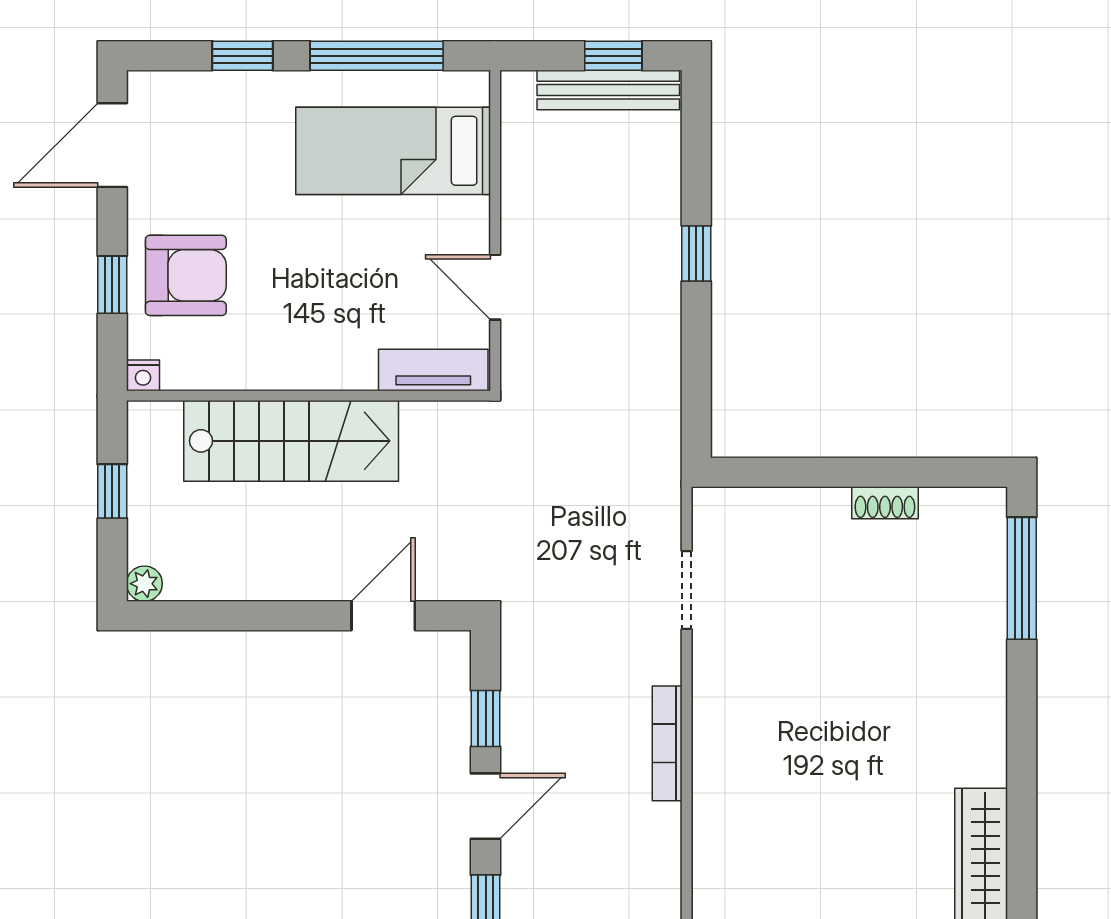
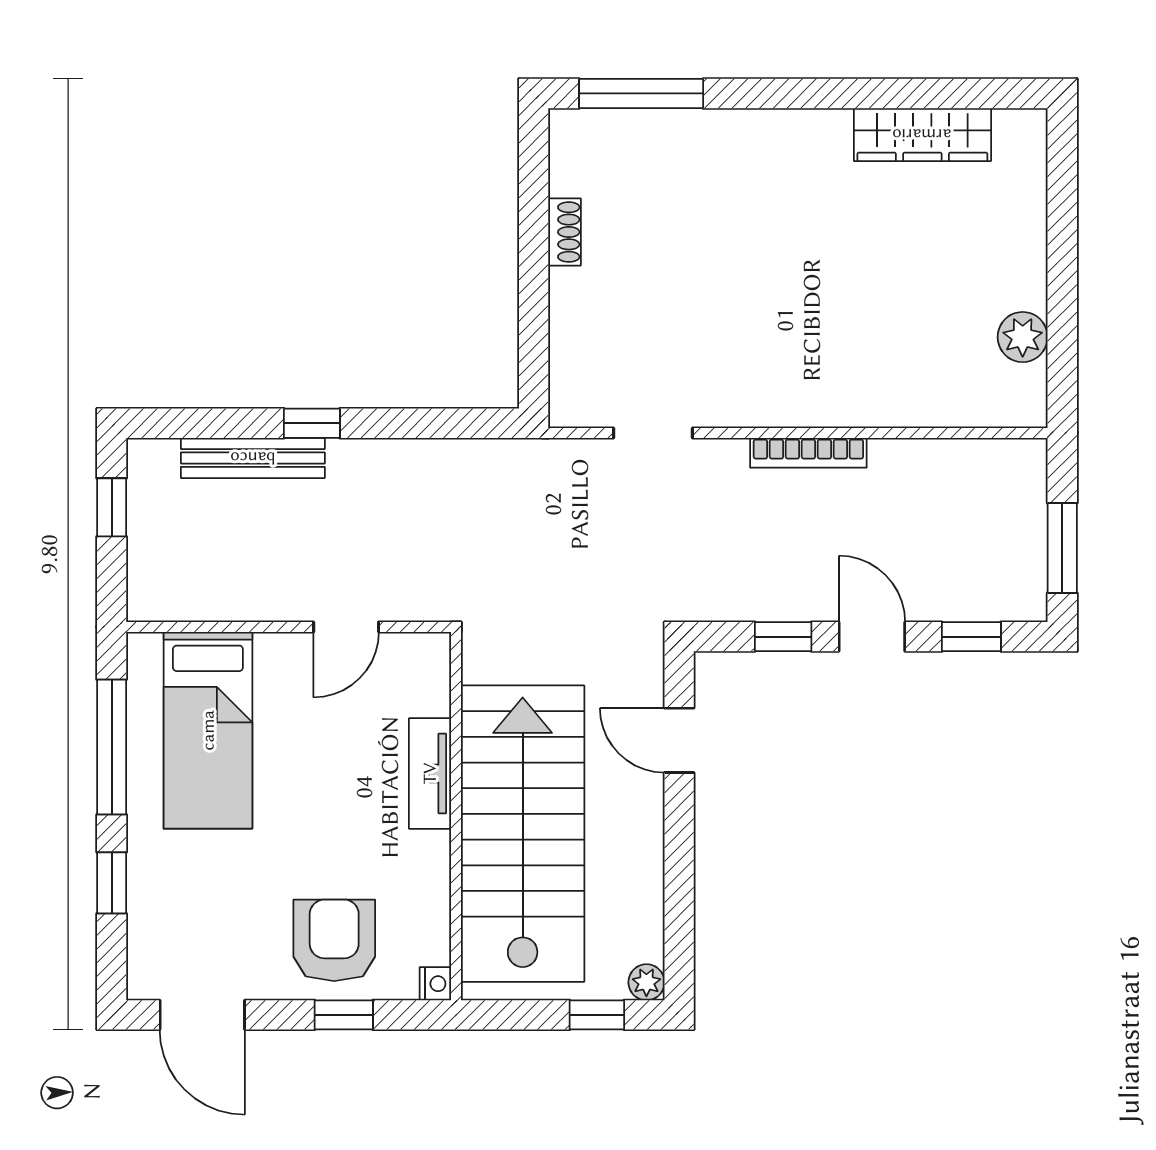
bench: (608, 90) -> (253, 458), moved, turned 90
tv unit: (433, 370) -> (430, 773), moved
stairs: (291, 441) -> (523, 834), width x1.36, depth x1.51
window: (112, 491) -> (597, 1015), moved

